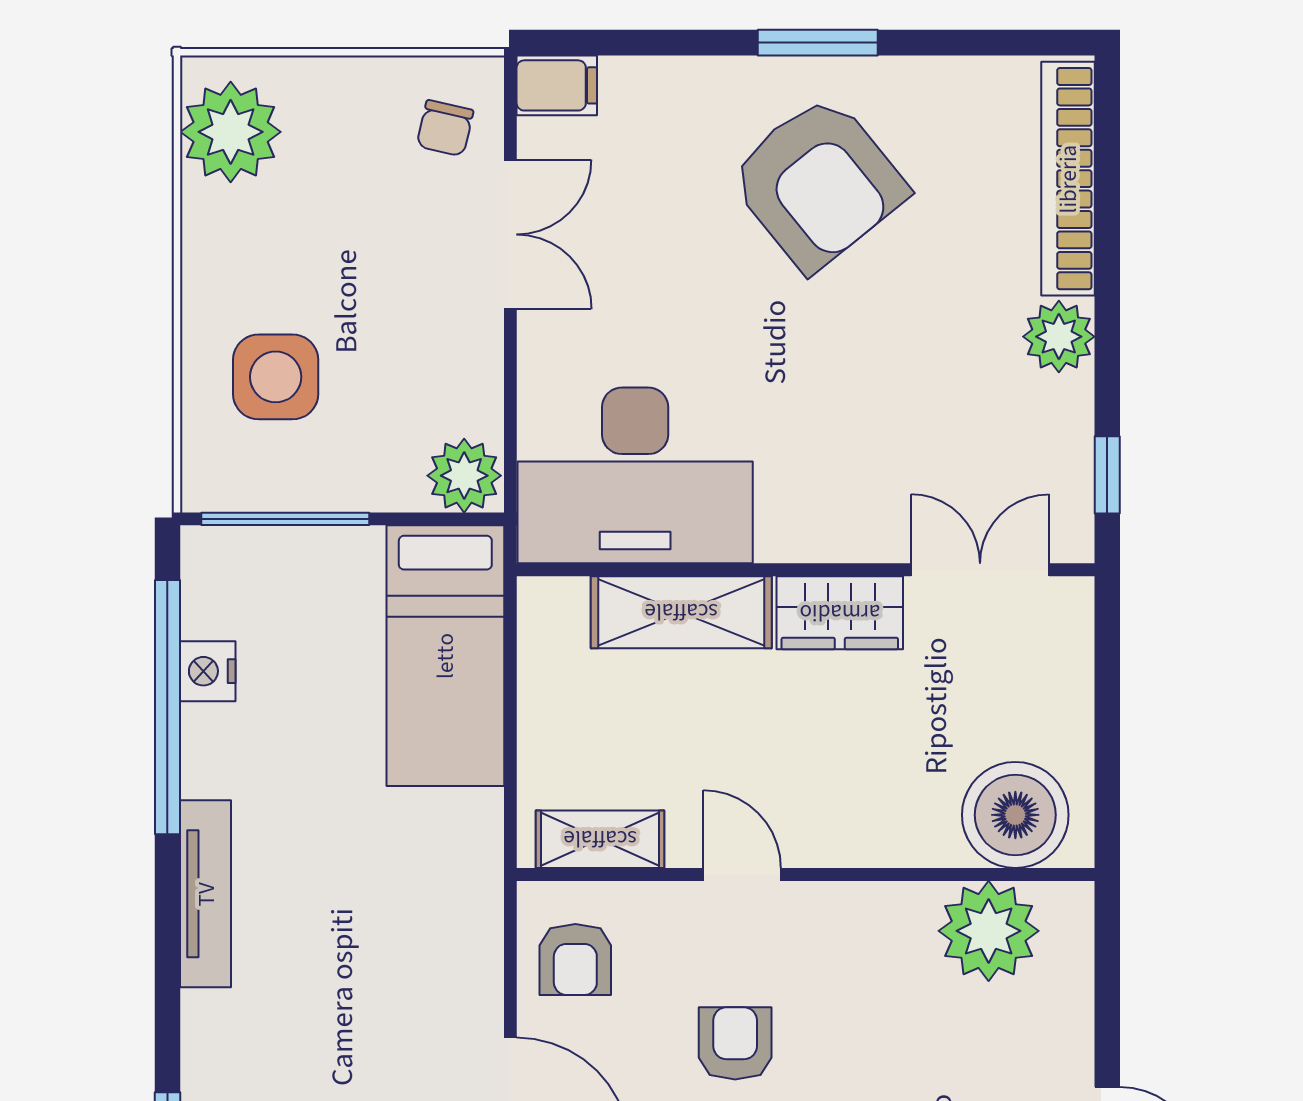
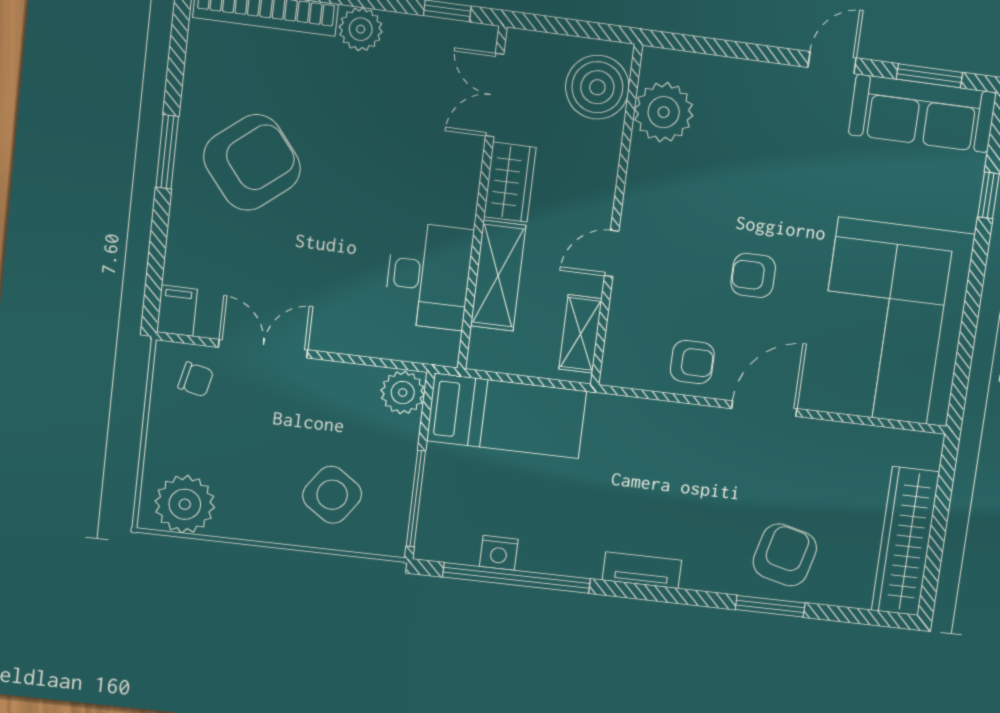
side table: (276, 377) -> (332, 495), turned 35
desk: (635, 475) -> (428, 276), width x0.73, depth x0.77
boiler: (1015, 815) -> (597, 87), moved
shelving: (600, 839) -> (580, 334), moved
door: (742, 874) -> (612, 253), moved
wall: (806, 874) -> (616, 216), moved
tv unit: (206, 894) -> (642, 570), width x0.71
plant: (989, 931) -> (664, 112), moved

